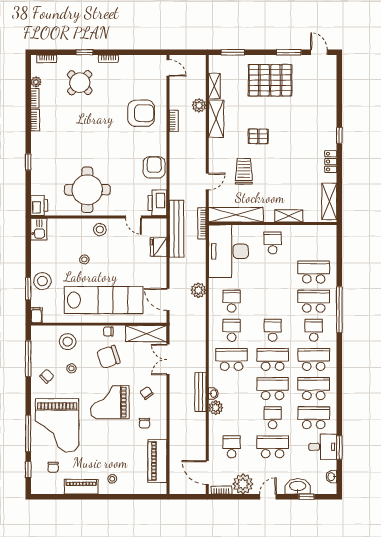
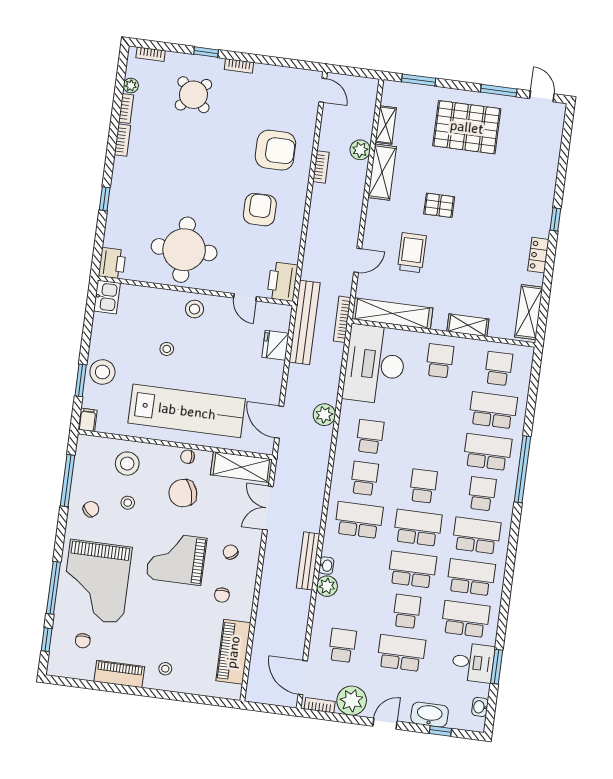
armchair: (154, 167) -> (260, 210), moved
school desk: (314, 243) -> (498, 369), added

